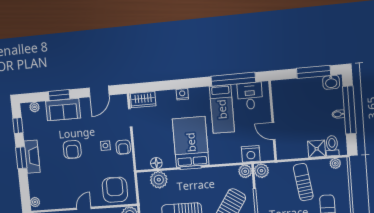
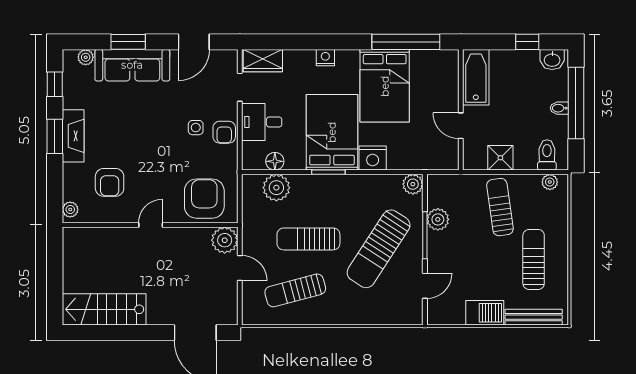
window: (314, 72) -> (527, 42), width x0.46
desk: (250, 96) -> (262, 122), moved, turned -90
bathtub: (281, 98) -> (476, 77), added
bed: (222, 109) -> (385, 86), width x1.50
sofa: (63, 110) -> (132, 65), width x1.36
shower: (317, 149) -> (500, 158), moved
armchair: (72, 150) -> (110, 182), moved
nightstand: (251, 154) -> (373, 158), moved
plant: (261, 171) -> (438, 219), moved

